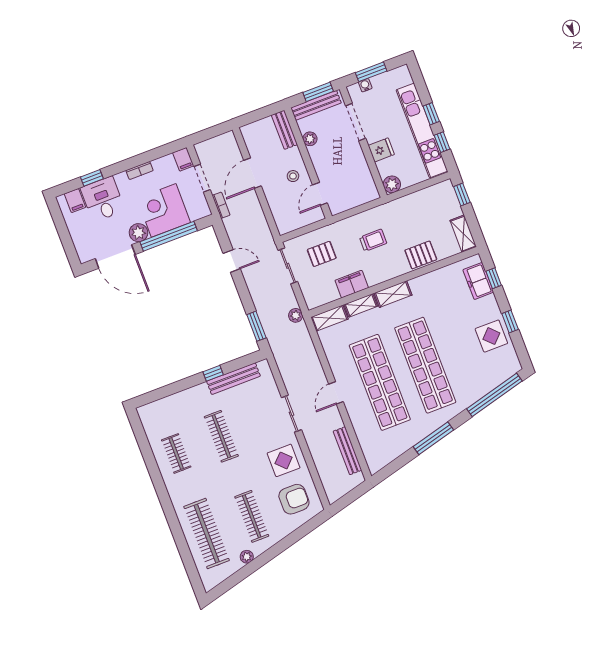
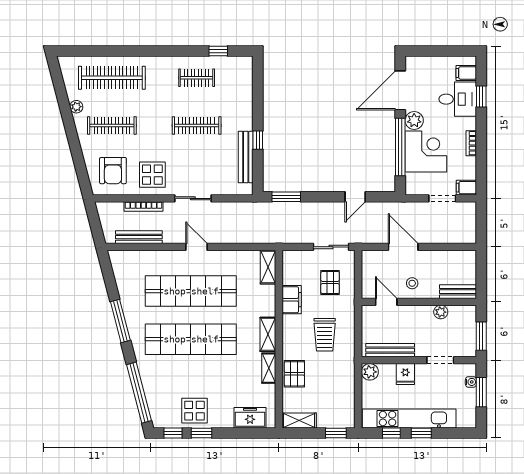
bench: (316, 105) -> (390, 350), moved, turned 90
doorway: (356, 122) -> (440, 360), width x0.73
door: (253, 173) -> (403, 247), moved
bookcase: (221, 205) -> (144, 207), moved, width x1.56
trolley: (373, 240) -> (325, 335), width x1.36, depth x1.39
window: (494, 278) -> (173, 433), moved
shelving: (361, 305) -> (269, 368), moved
plant: (296, 315) -> (282, 237), removed
window: (143, 443) -> (218, 51), added

